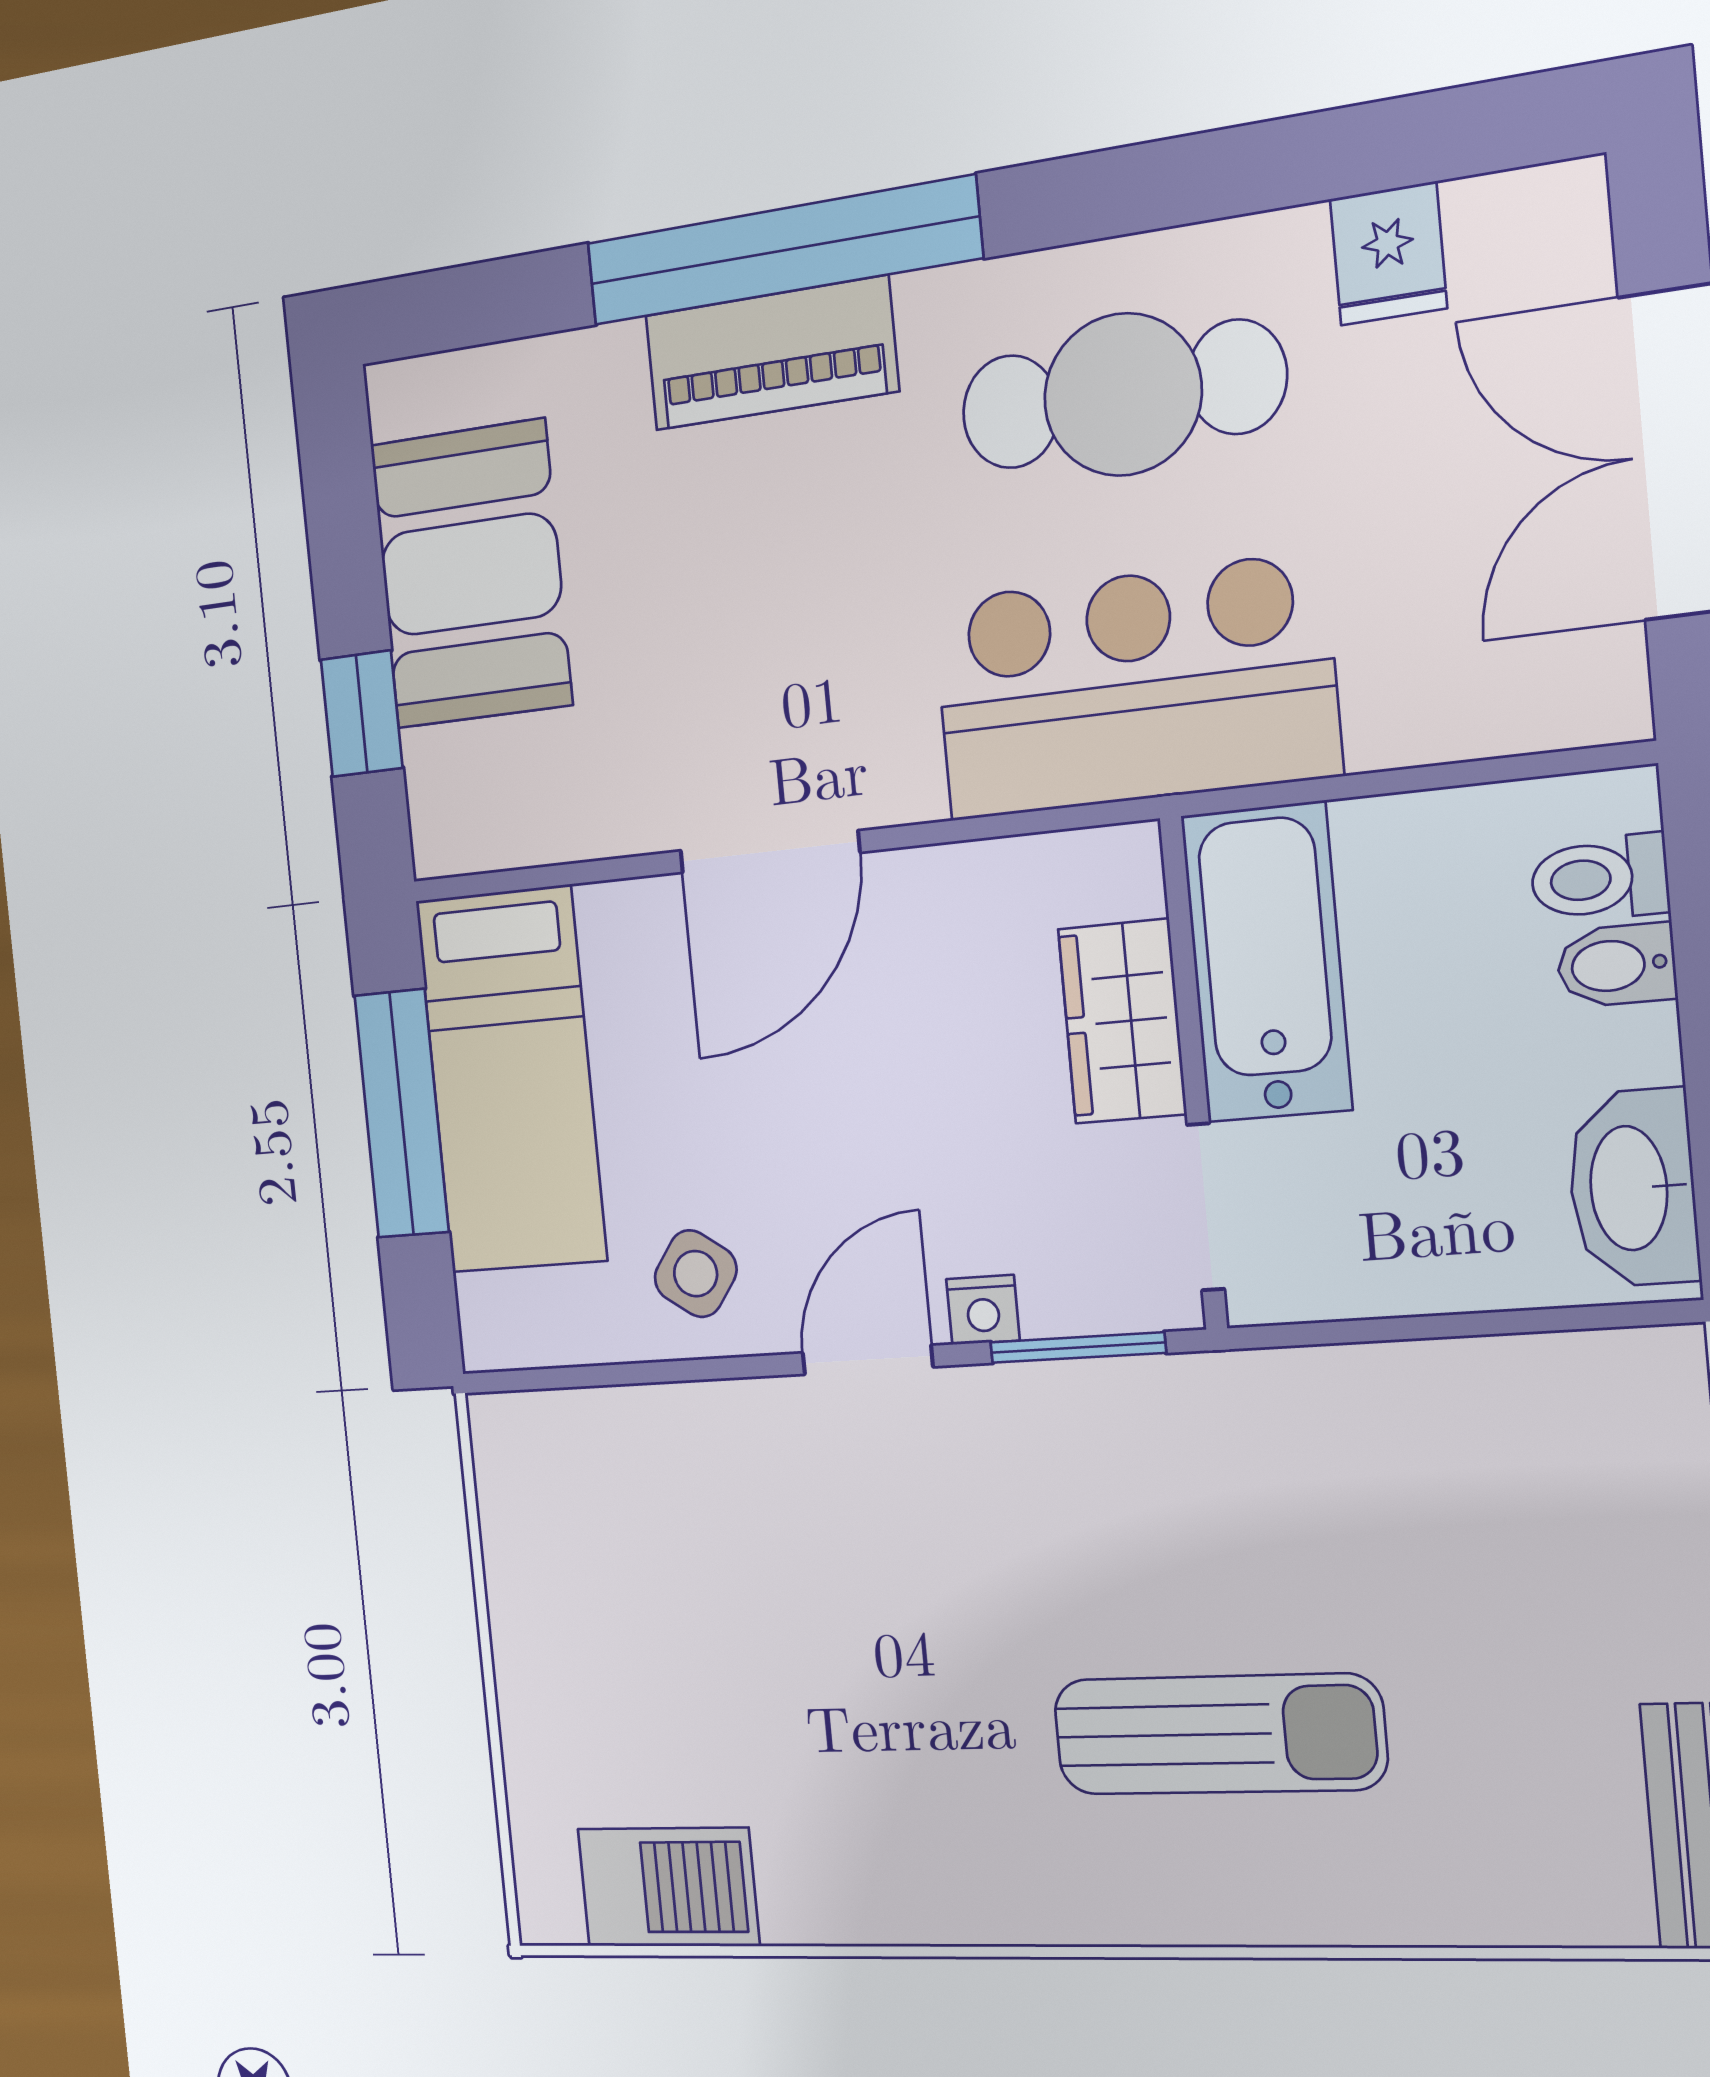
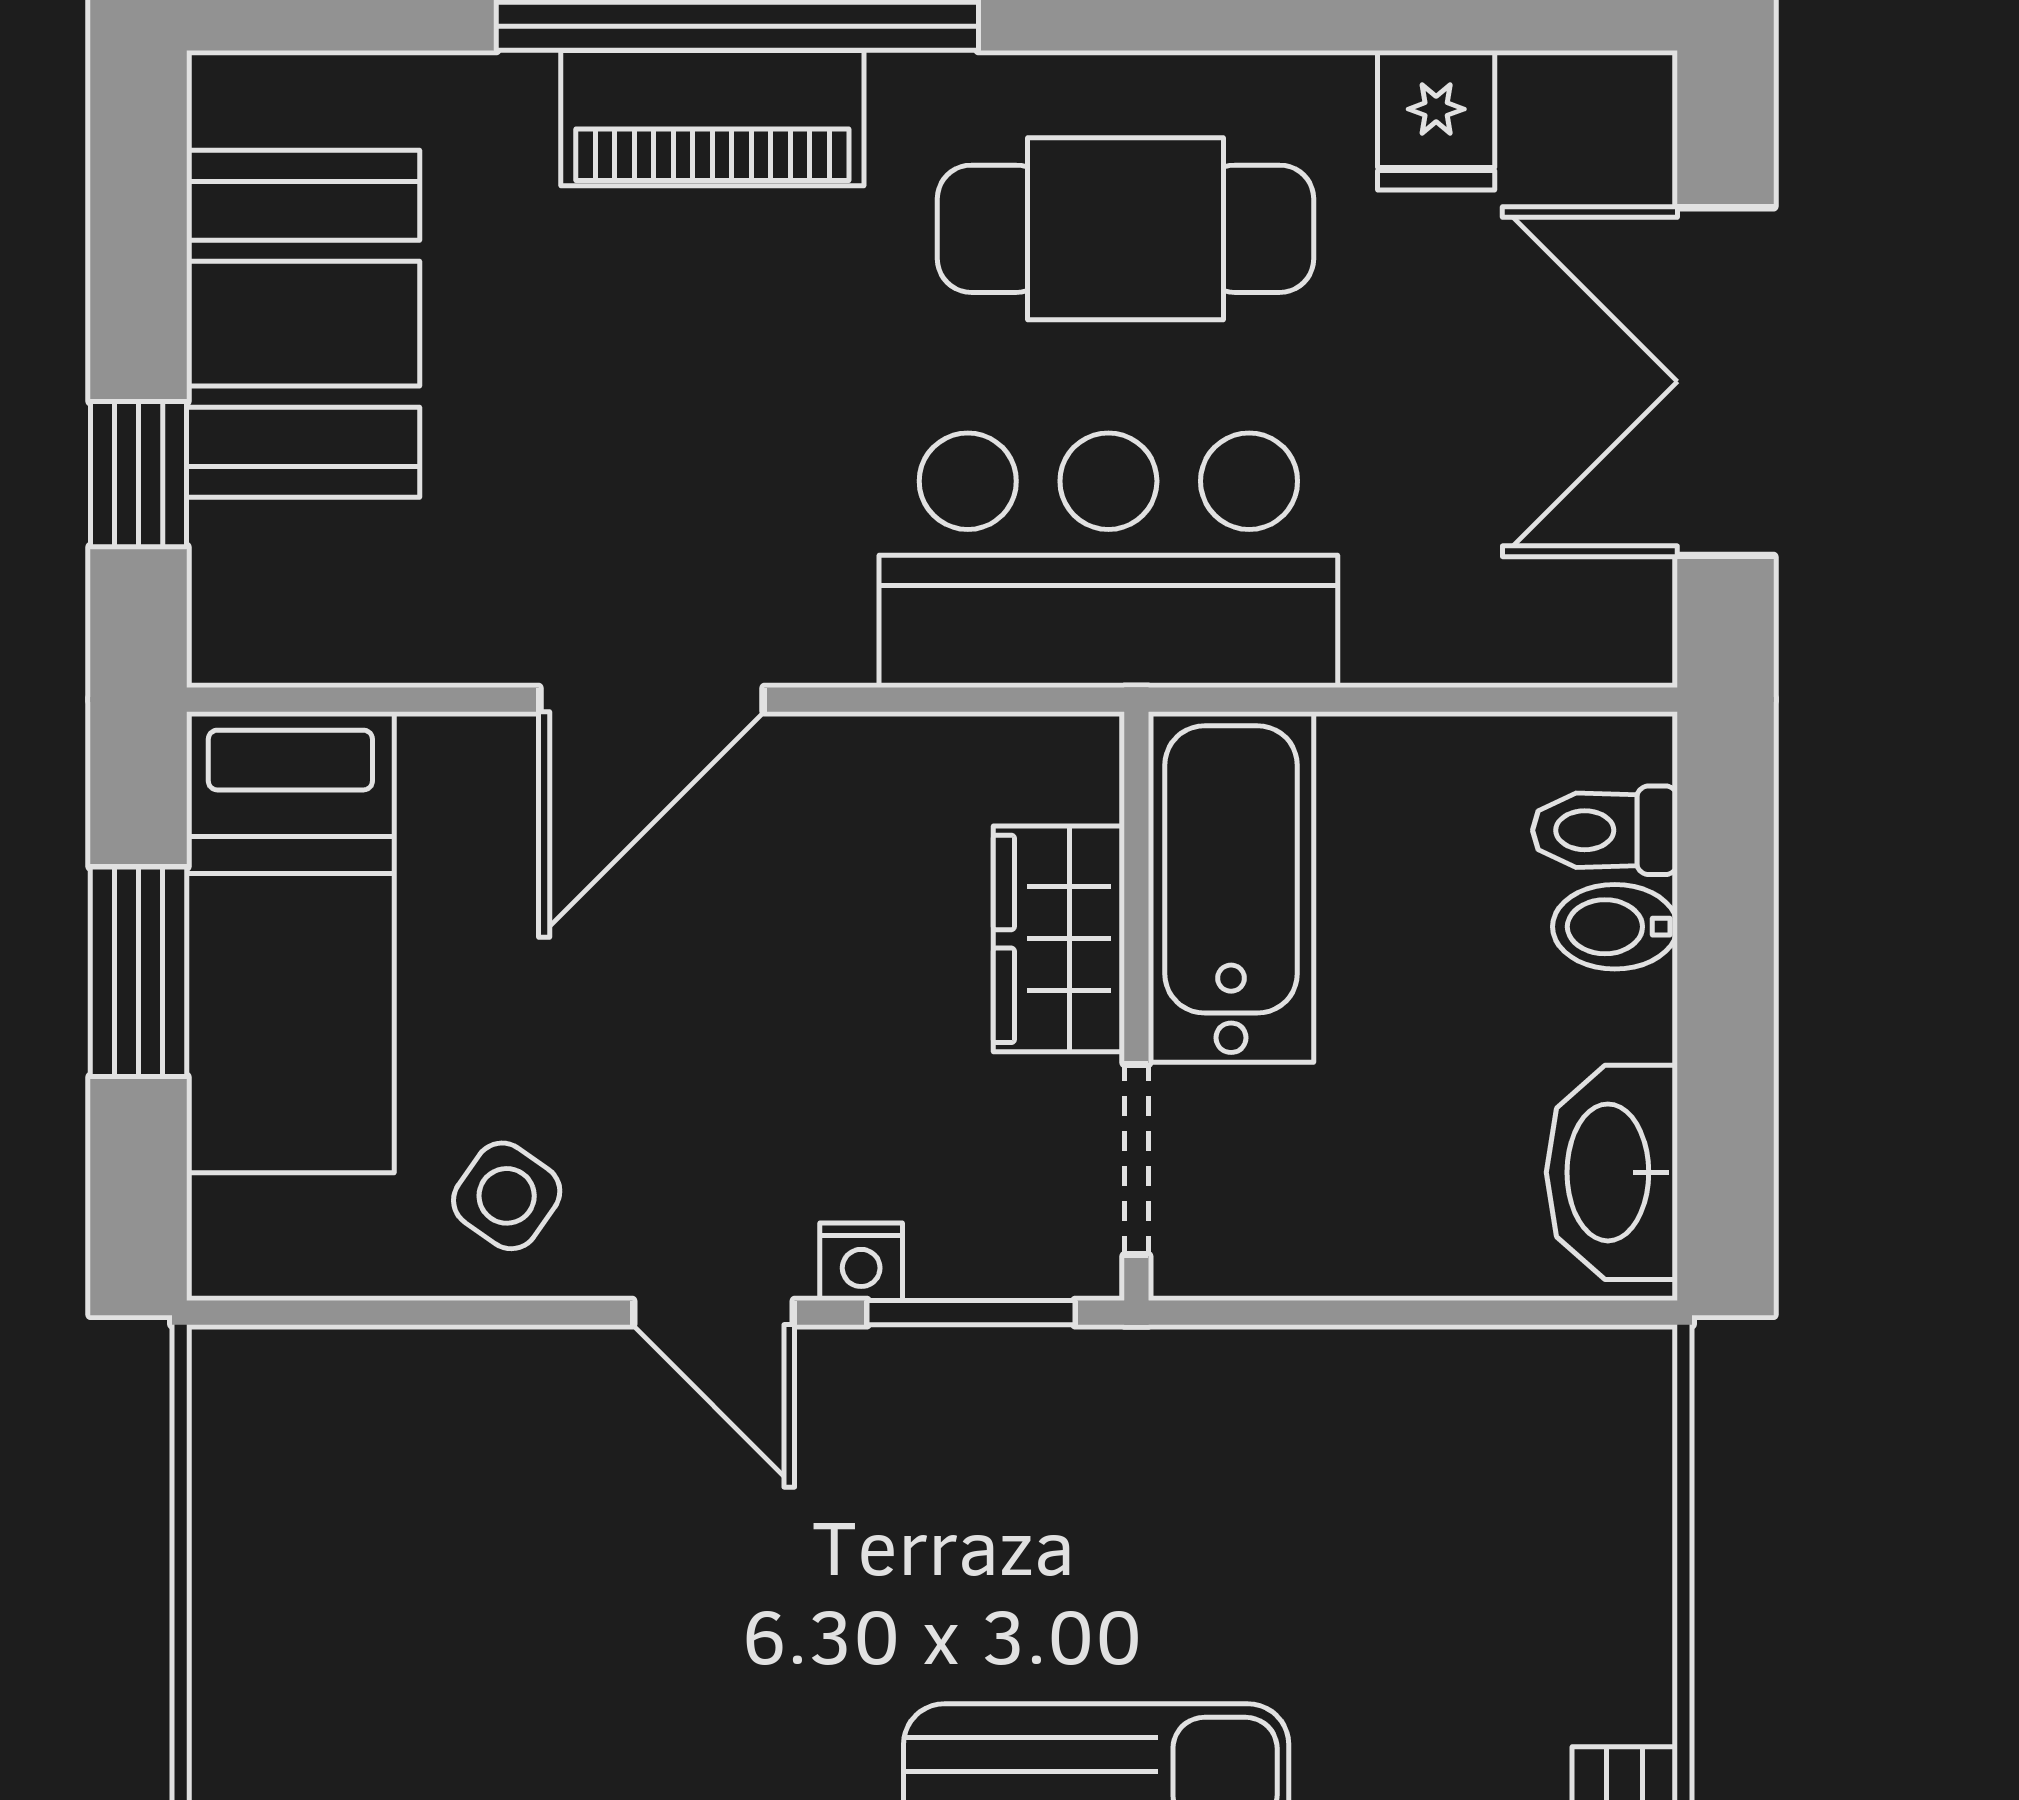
window: (402, 1114) -> (138, 972), width x0.69
door: (867, 1360) -> (714, 1313), swing flipped

